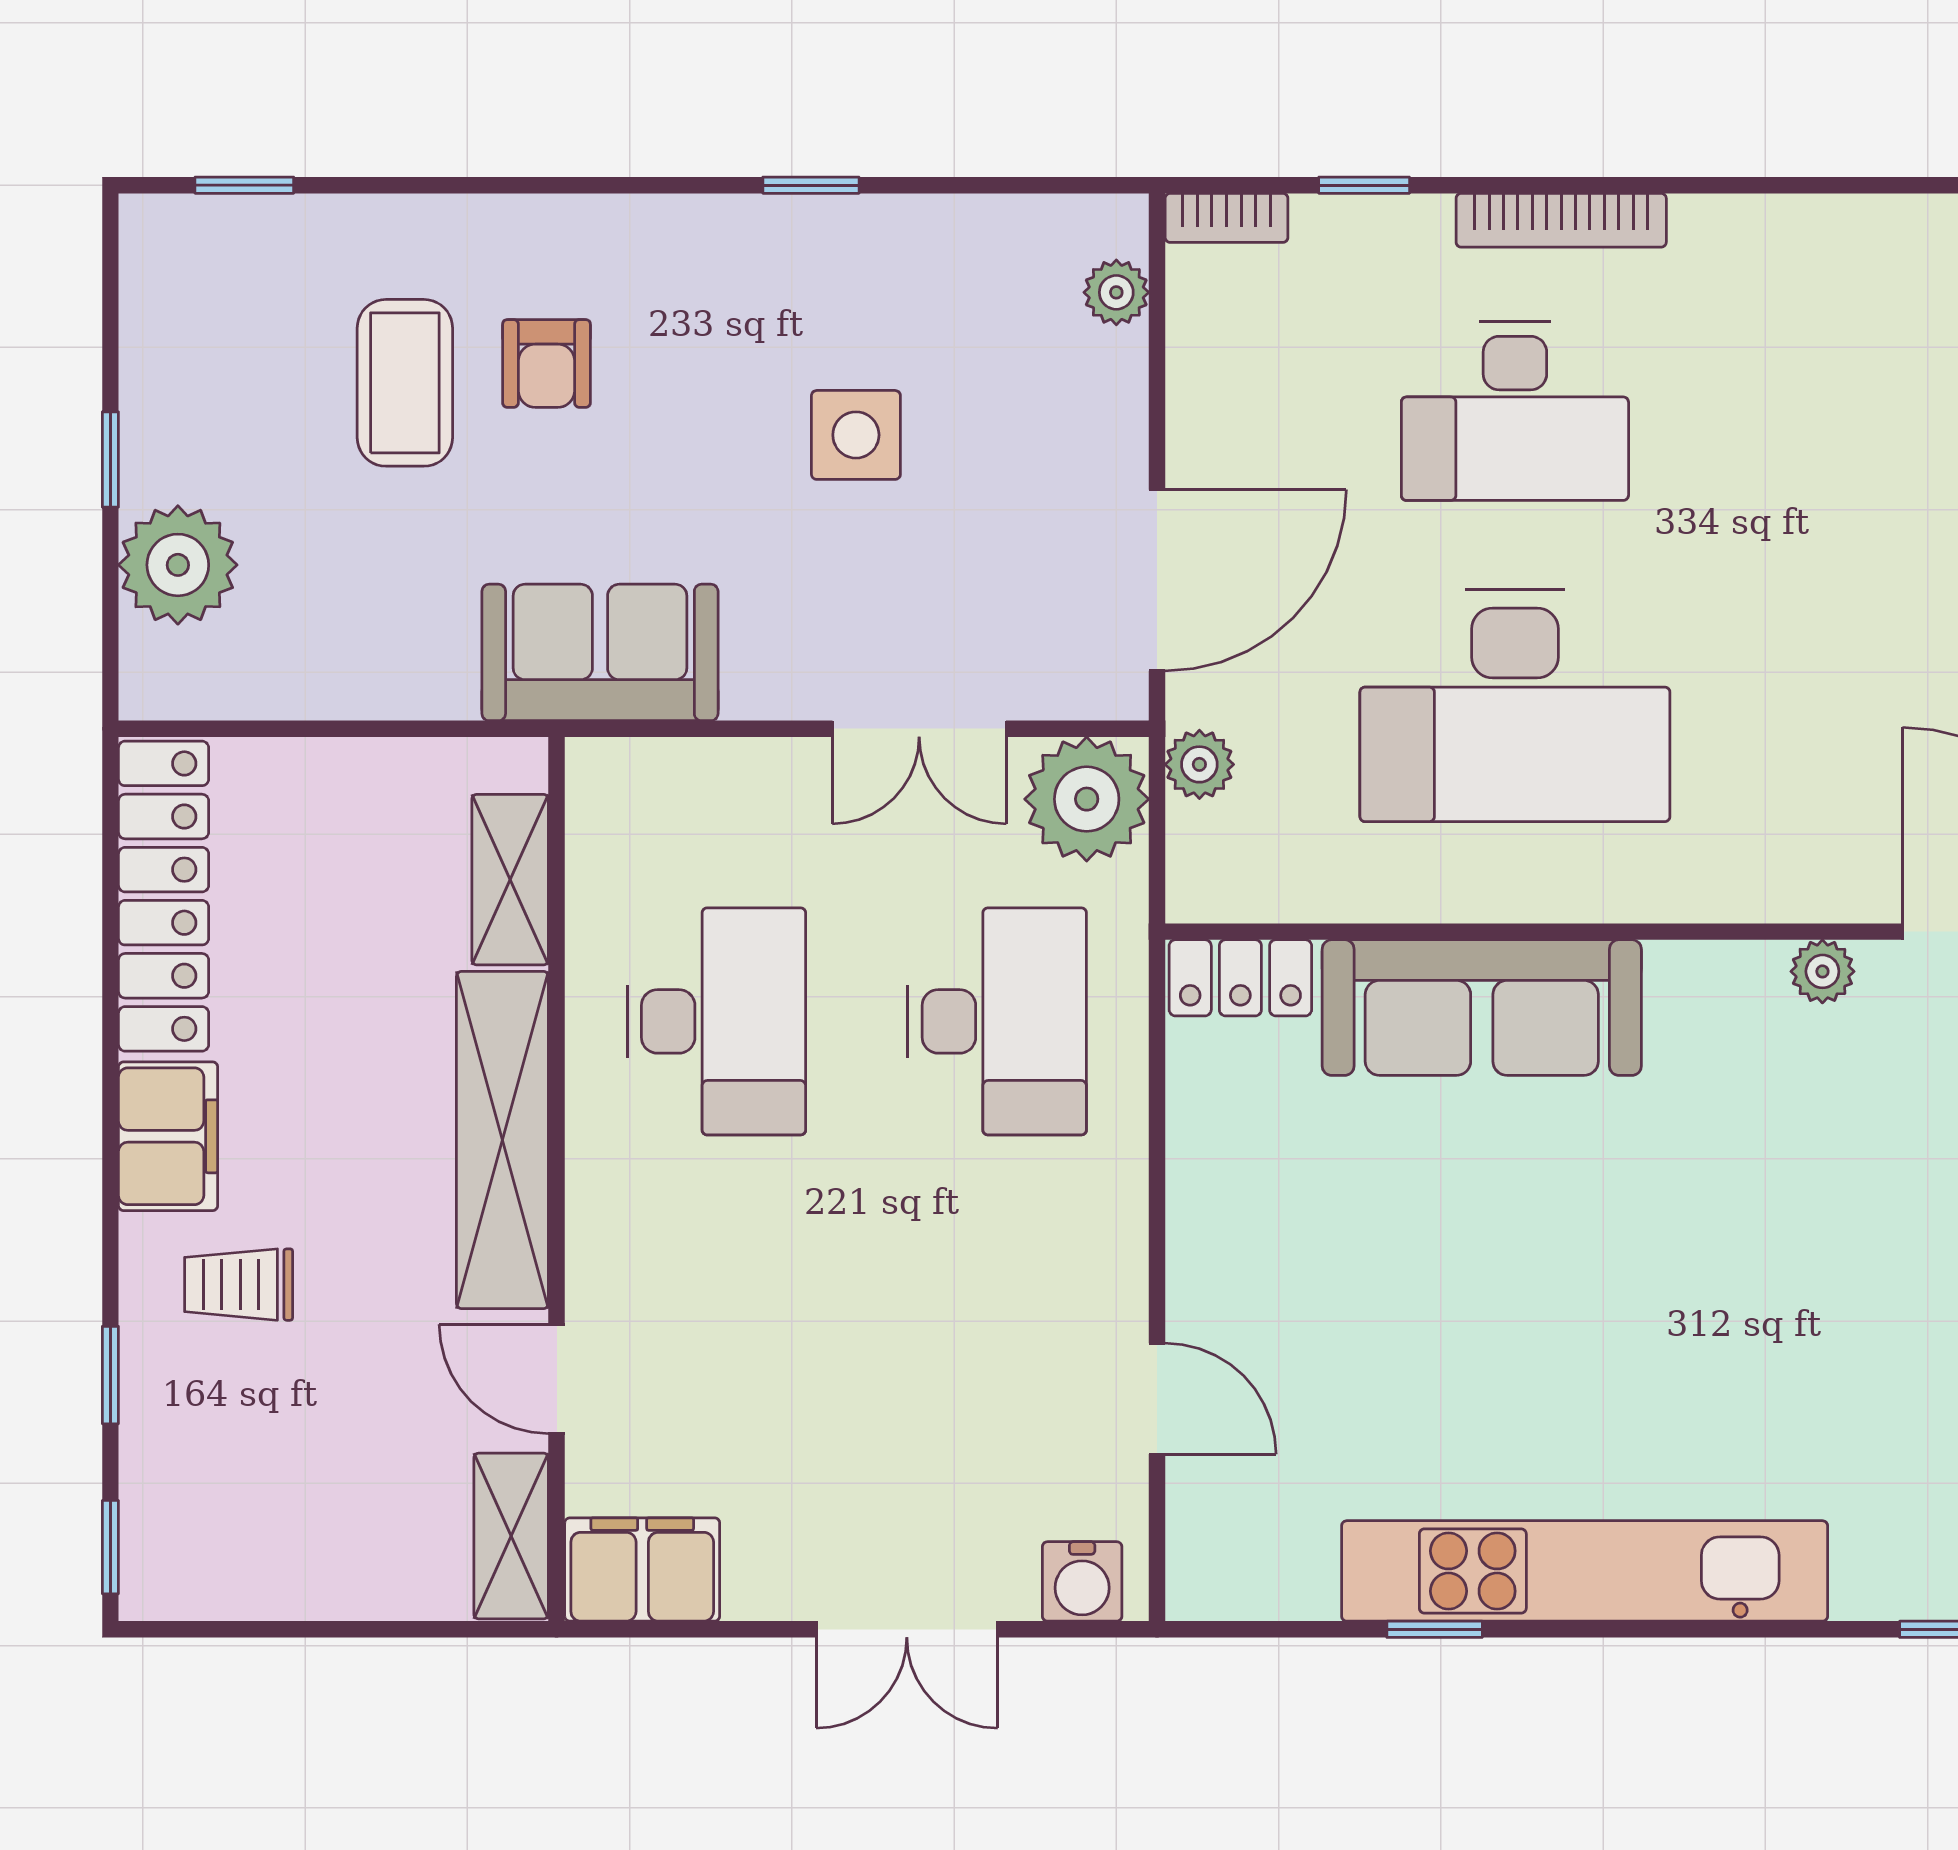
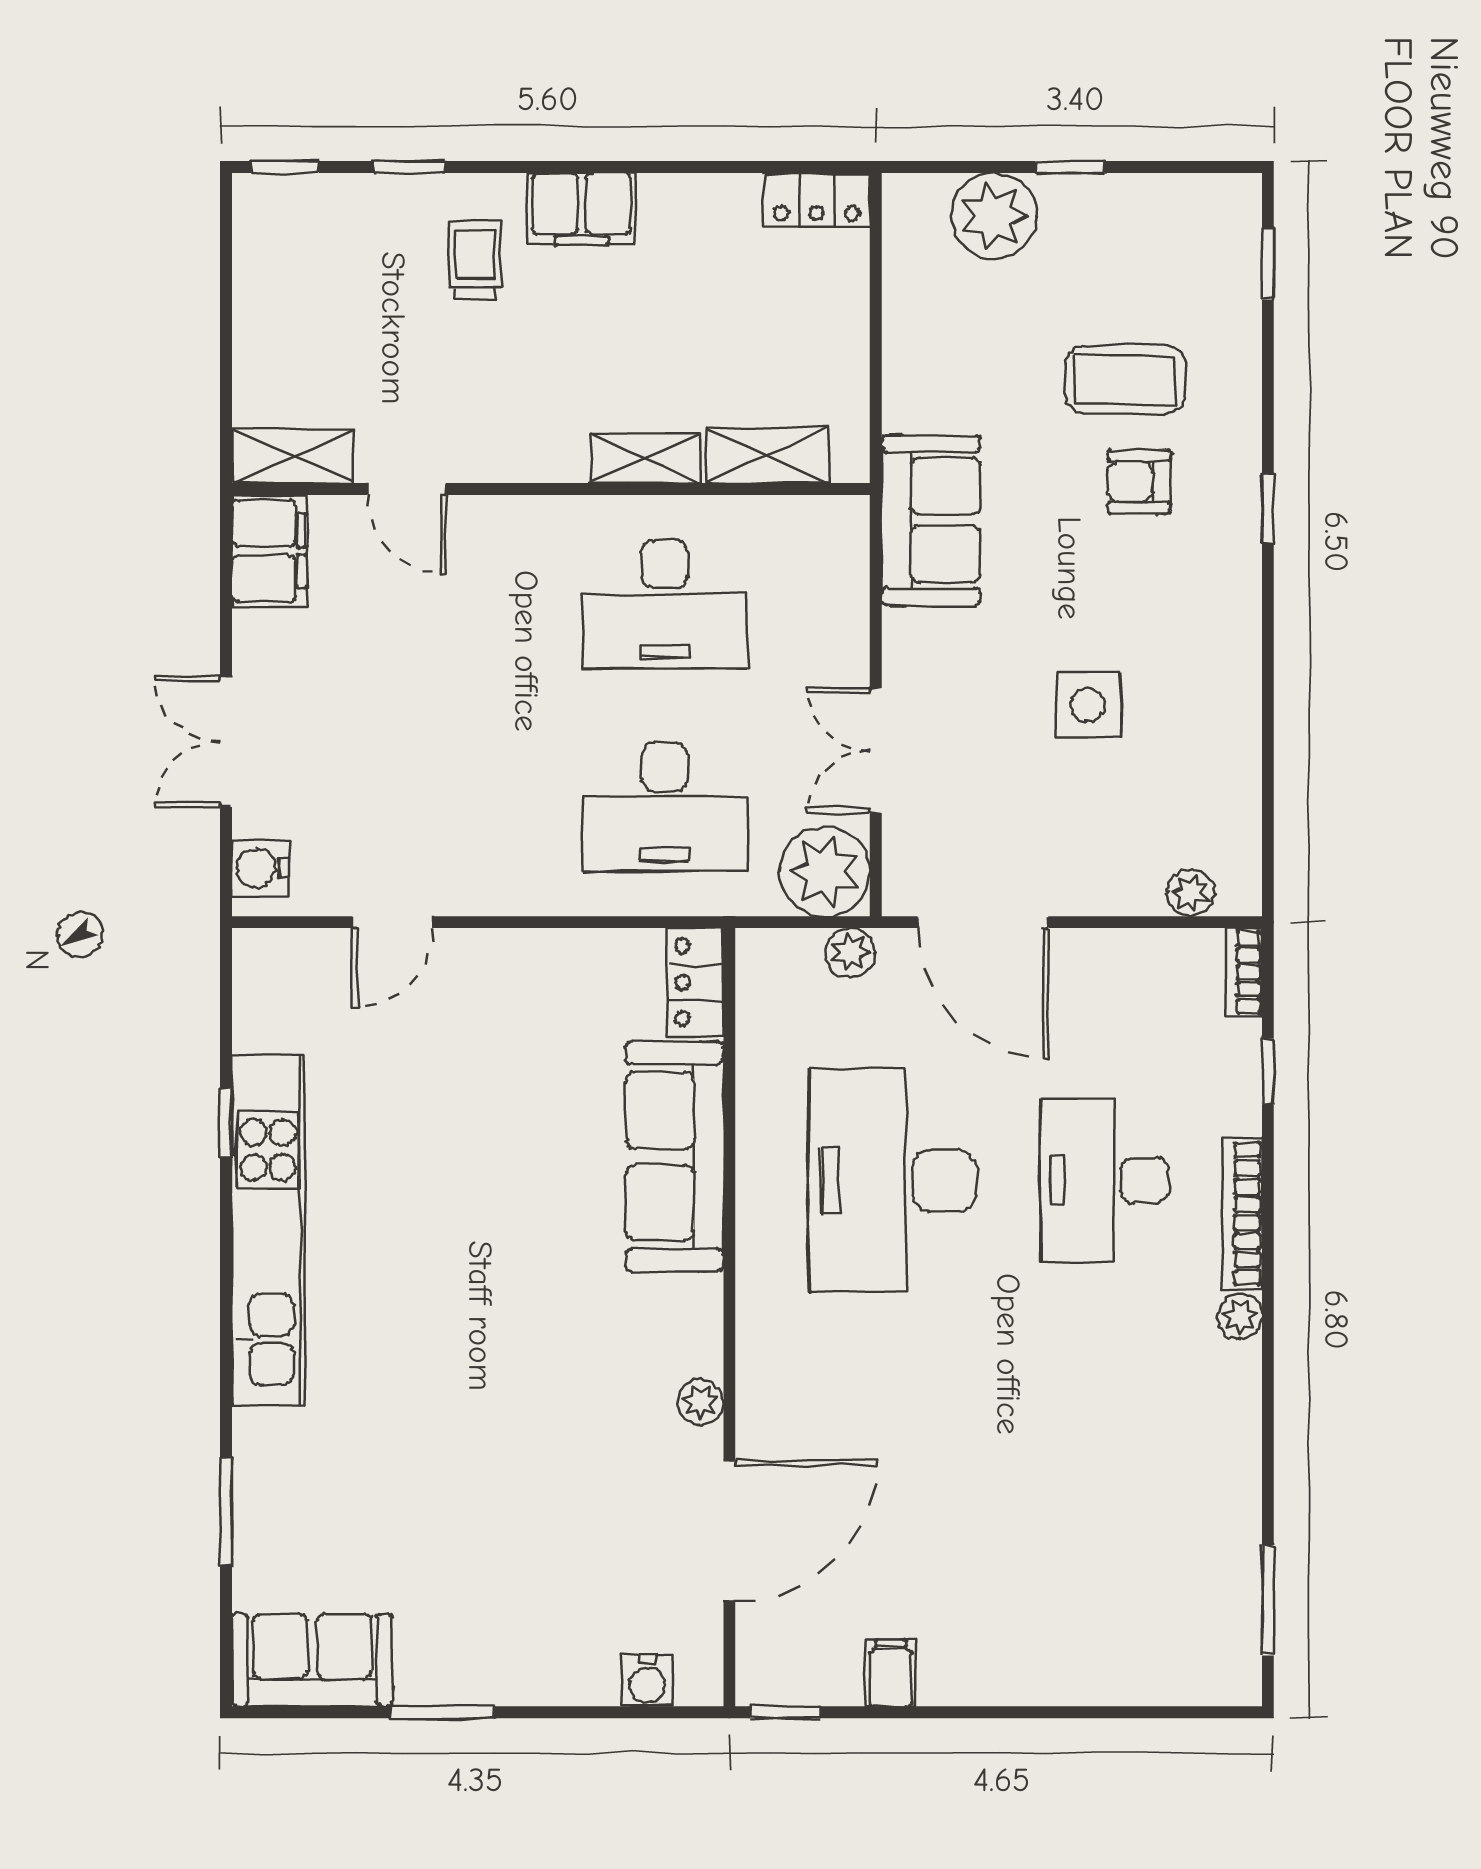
window: (811, 185) -> (1268, 509), moved
plant: (1704, 224) -> (1240, 1317), added
locker: (164, 896) -> (817, 200), width x0.46, depth x0.83
shelving: (502, 1140) -> (645, 458), width x0.45, depth x0.75
door: (557, 1379) -> (407, 489), swing flipped

